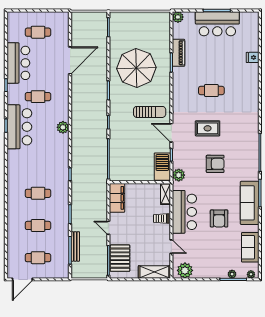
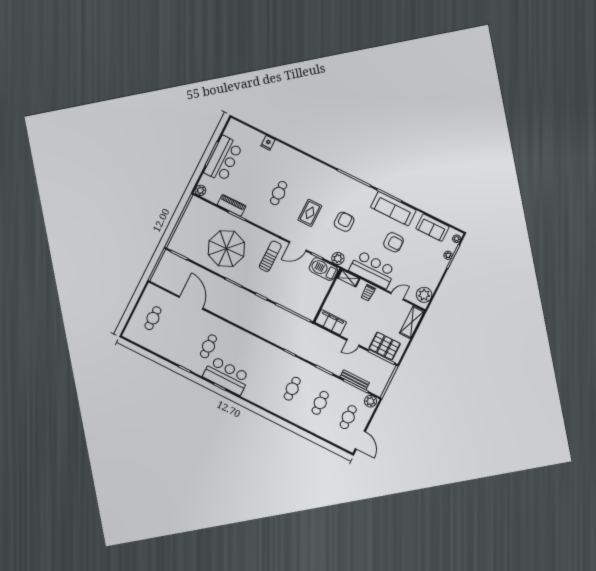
bar counter: (18, 63) -> (171, 349), removed
plant: (63, 127) -> (370, 401), moved

